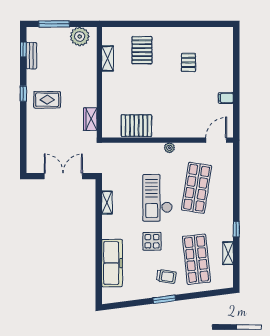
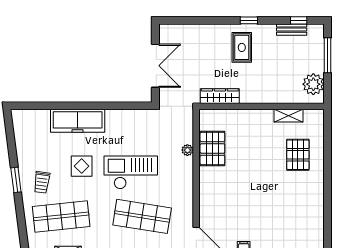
pallet: (142, 50) -> (298, 155), turned 90
pallet: (188, 62) -> (284, 207), removed
wardrobe: (90, 119) -> (220, 96), width x1.50
plant: (169, 148) -> (187, 150), moved
shelving: (107, 203) -> (125, 115), removed
freezer: (112, 263) -> (78, 121), moved

